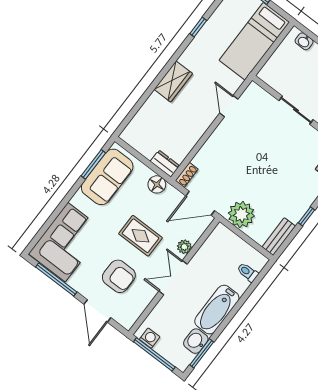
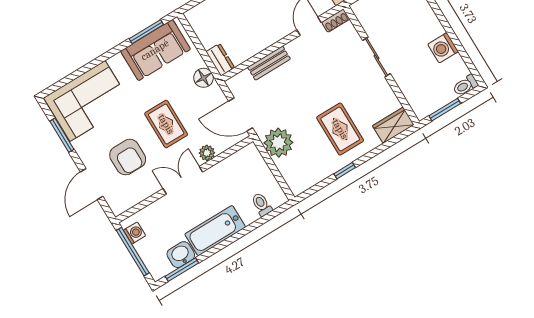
shoe rack: (187, 175) -> (336, 21), moved
rug: (289, 183) -> (340, 129), added
bench: (279, 236) -> (269, 63), moved
window: (56, 279) -> (62, 135), width x0.69

